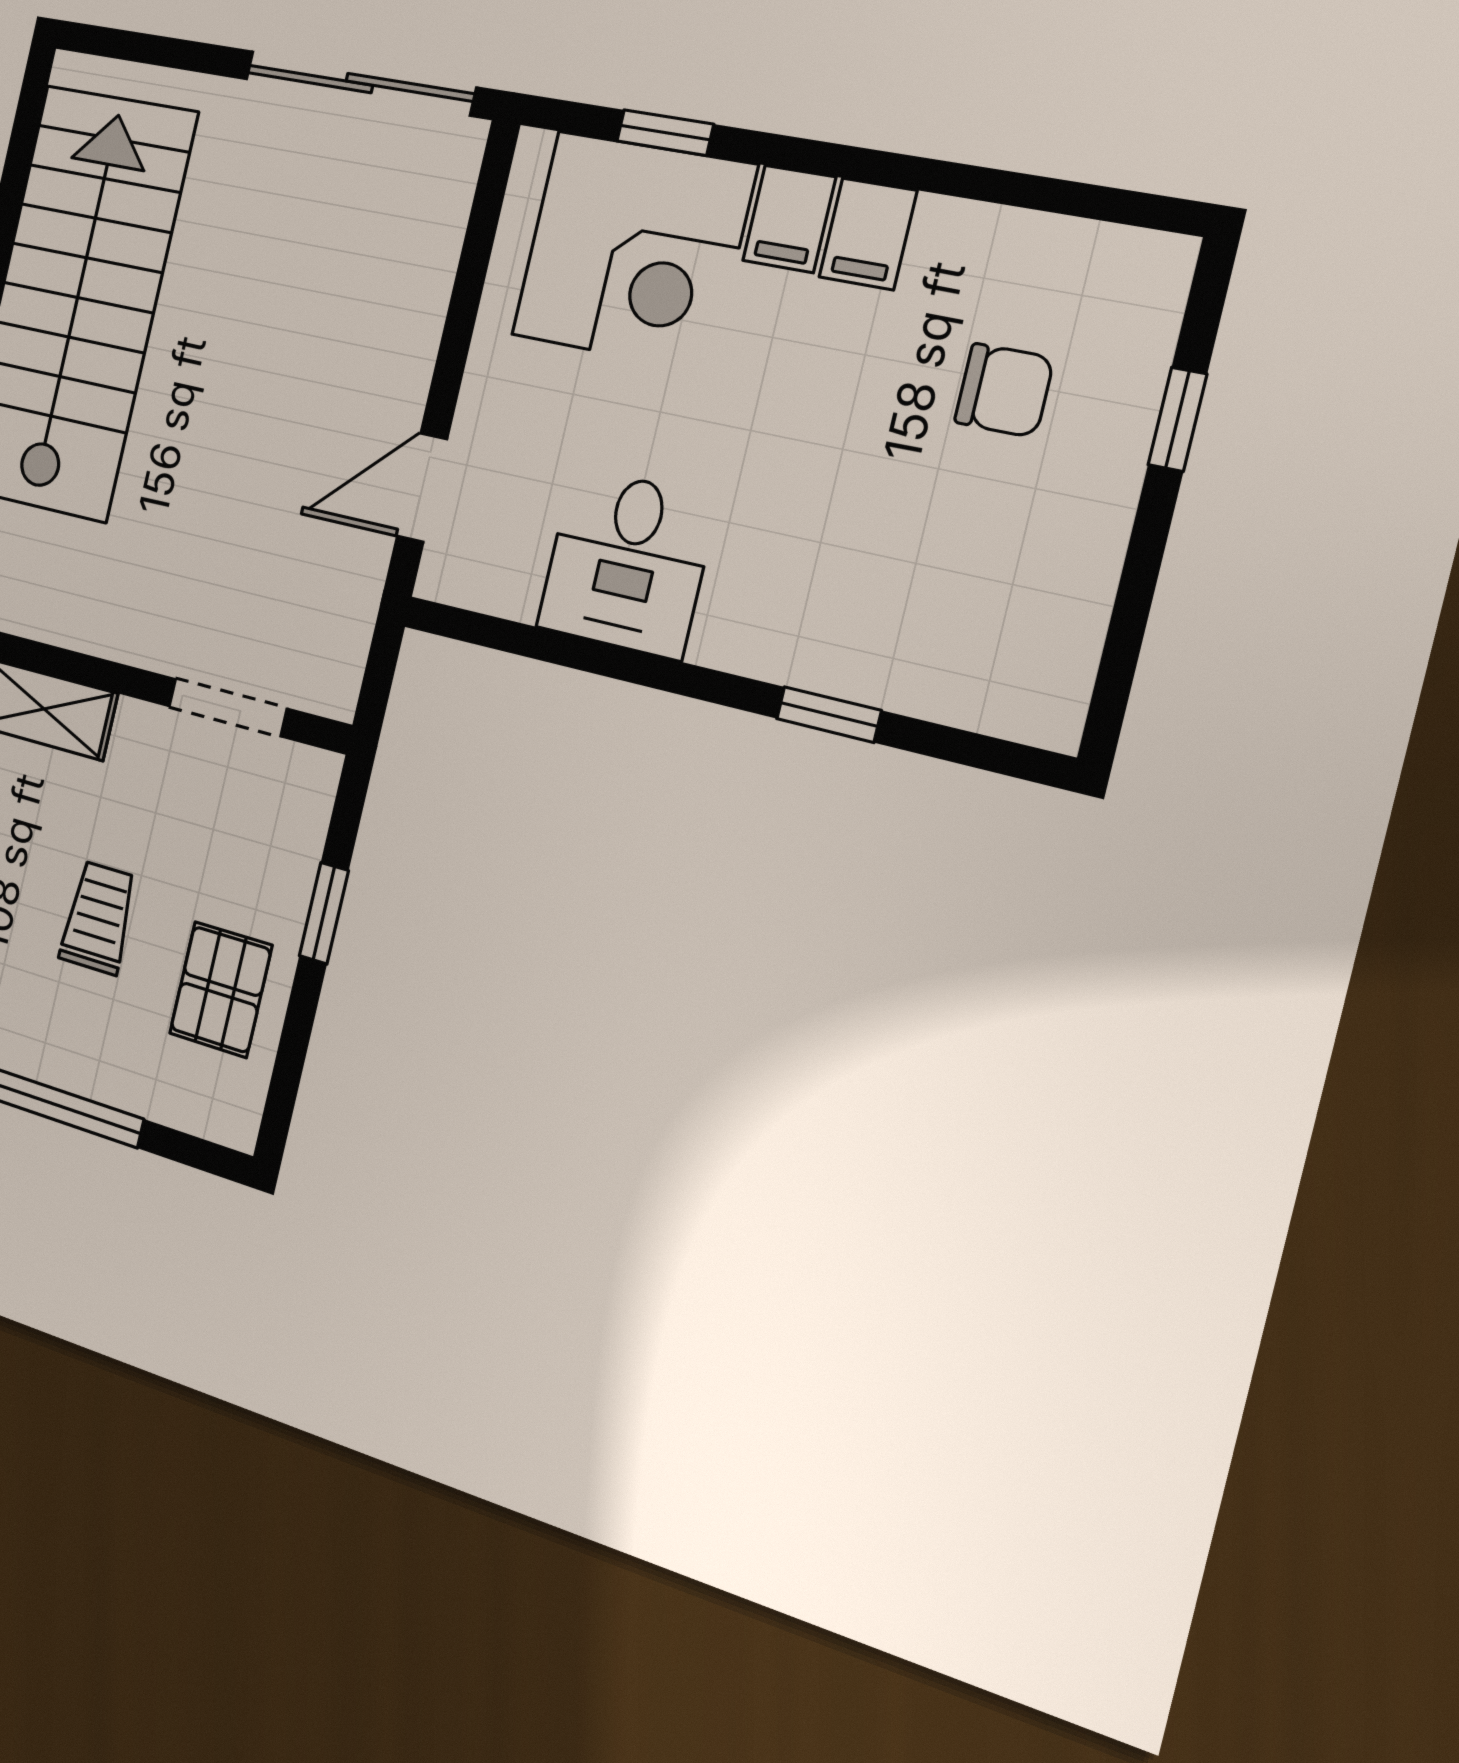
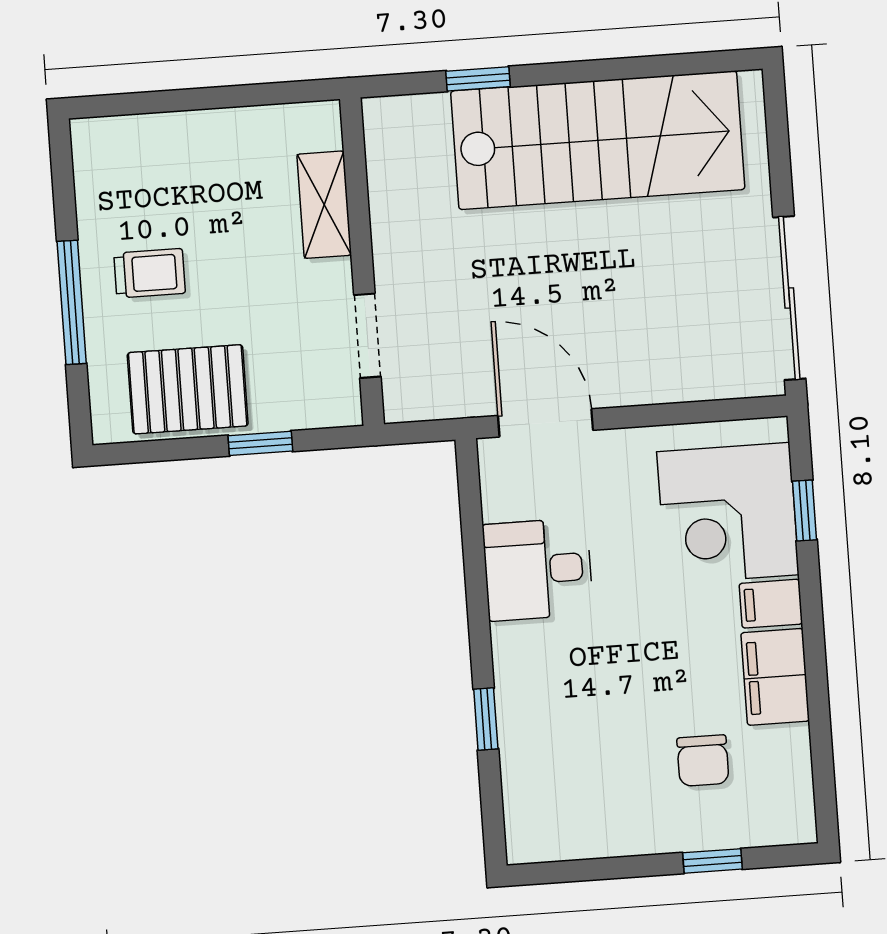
filing cabinet: (868, 234) -> (775, 677), width x2.00
door: (422, 488) -> (545, 423), width x1.37
trolley: (98, 918) -> (150, 273), moved
pallet: (221, 989) -> (188, 389), width x1.50, depth x1.42

